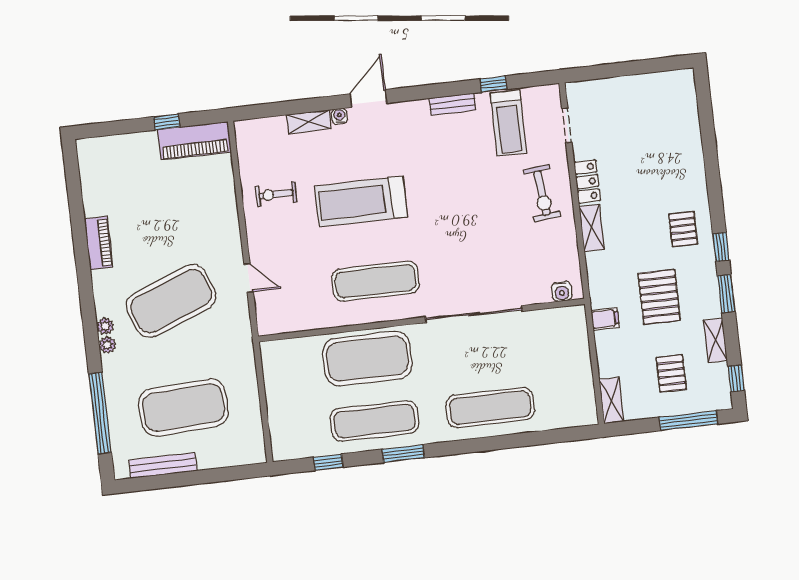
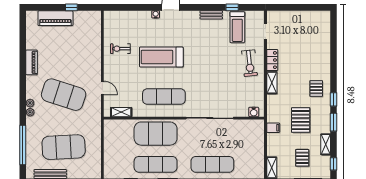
shelving: (309, 122) -> (121, 112), moved
piano: (194, 141) -> (55, 18), moved
exercise mat: (171, 301) -> (64, 95), turned 39

